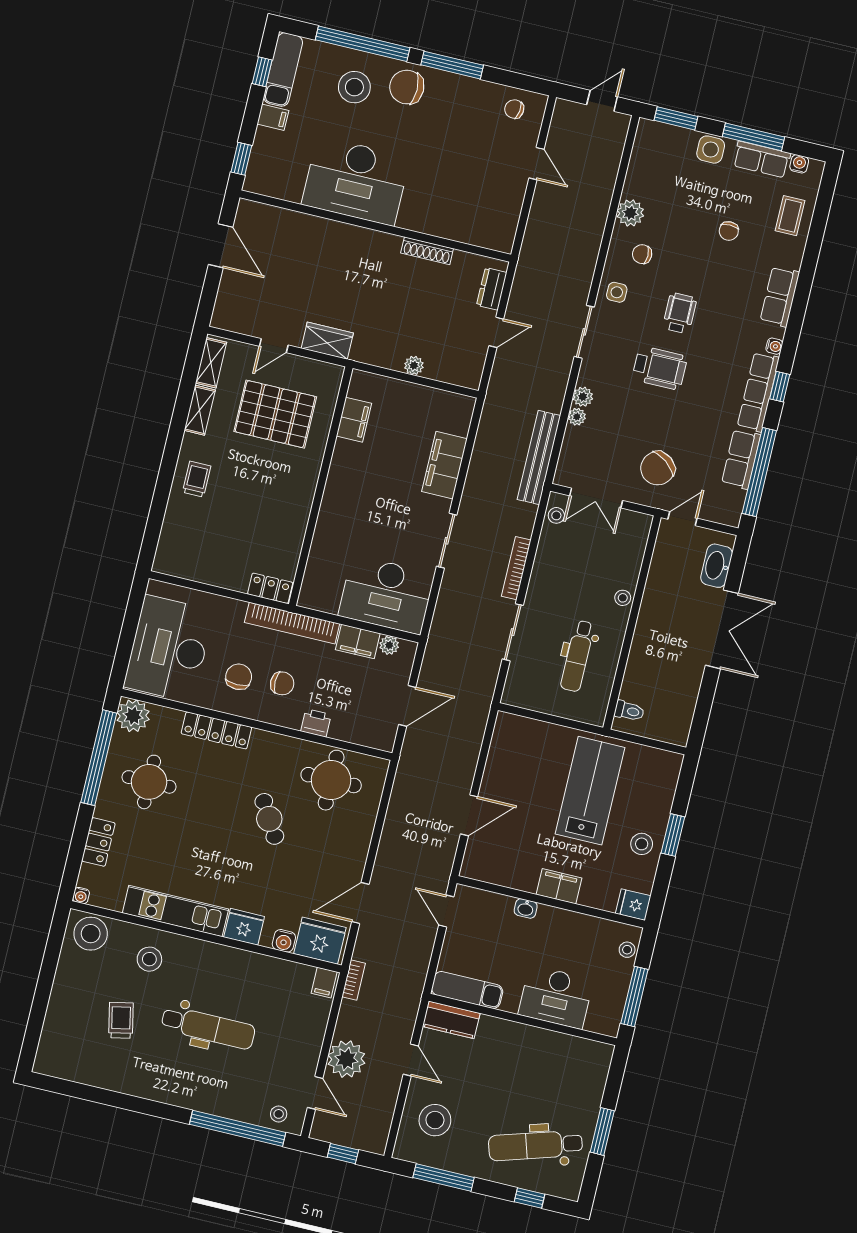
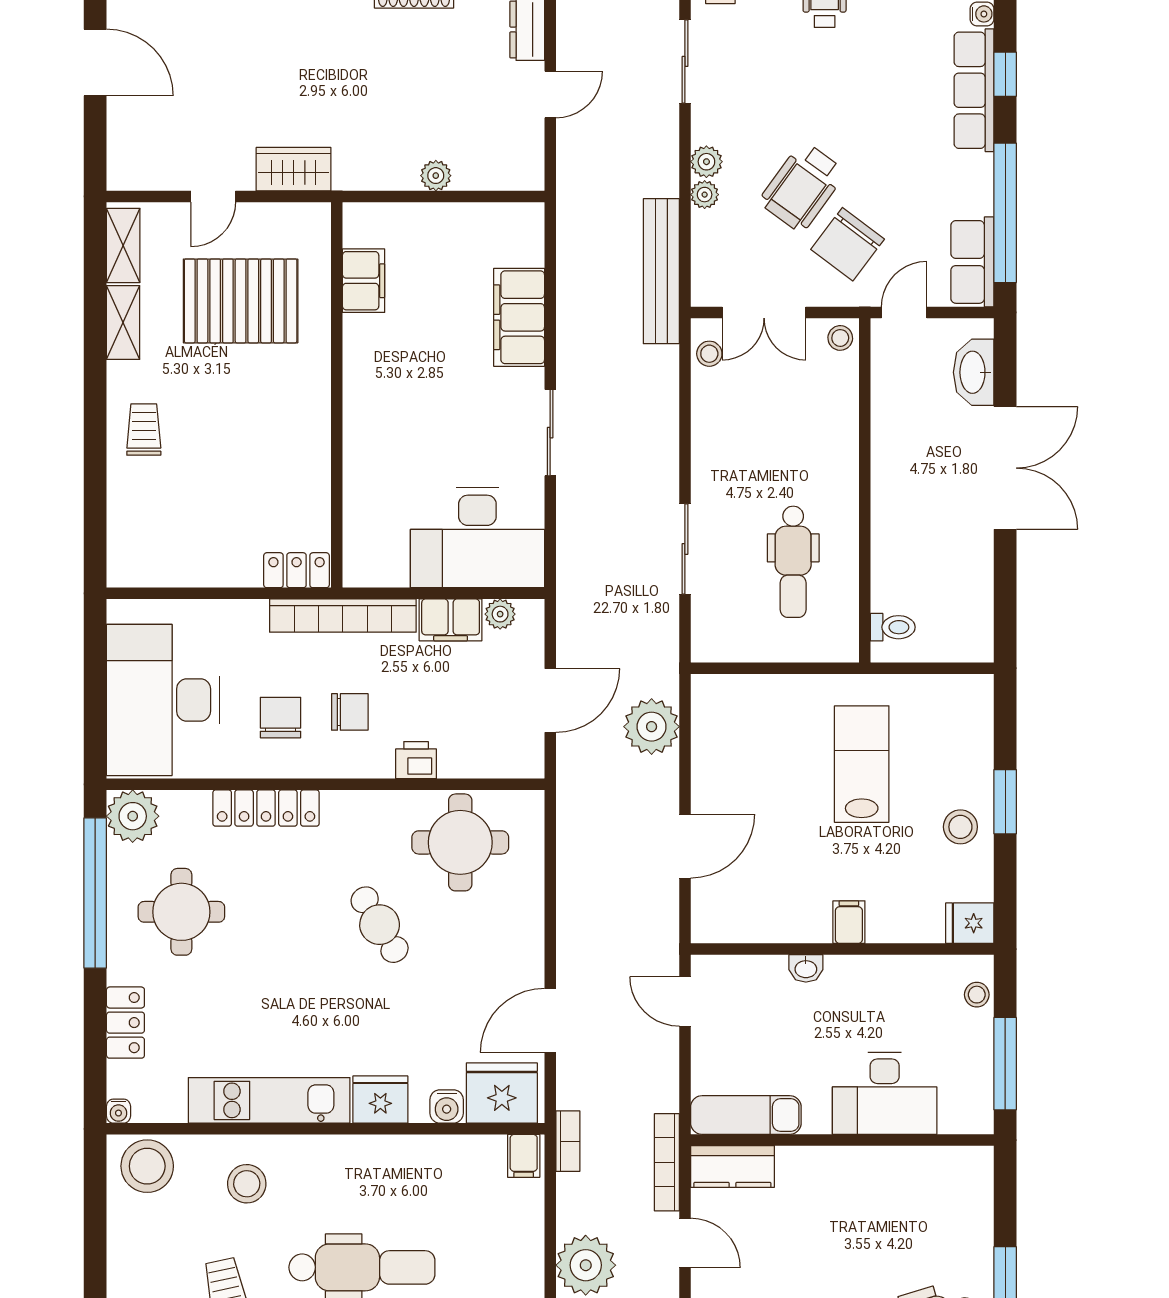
wheelchair: (660, 368) -> (802, 187), moved, turned 126
row of seats: (741, 459) -> (972, 262), moved
bookcase: (516, 568) -> (667, 1162), moved
stool: (623, 598) -> (840, 338), moved
plant: (466, 737) -> (652, 727), added
lab bench: (590, 791) -> (862, 764), width x0.73, depth x0.72
filing cabinet: (559, 886) -> (849, 922), width x0.50

